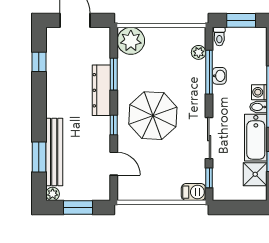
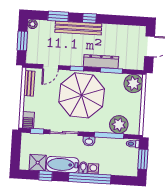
plant: (199, 52) -> (119, 125), width x1.88, depth x1.88
window: (39, 62) -> (89, 18), moved
washbasin: (219, 76) -> (89, 141), moved
parasol: (153, 116) -> (82, 95), width x1.36, depth x1.36
bench: (54, 152) -> (78, 28), moved
bench: (140, 194) -> (29, 83), added

